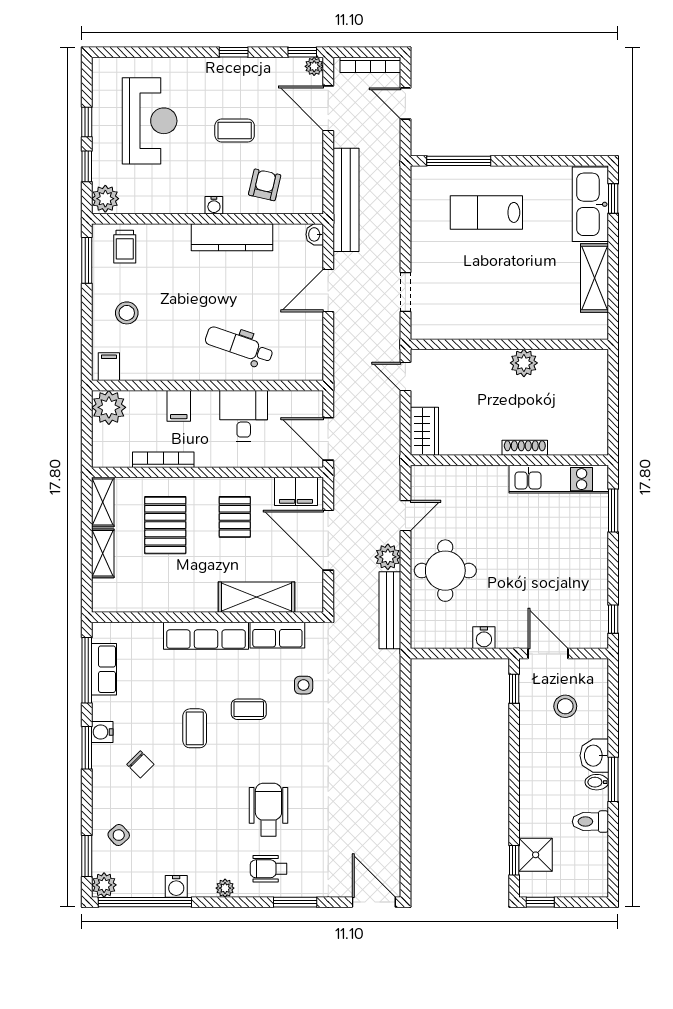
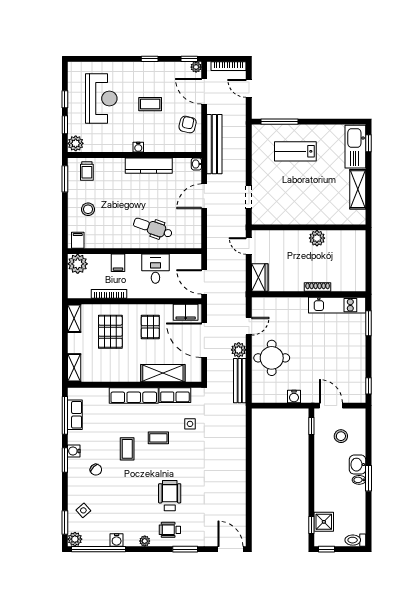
armchair: (265, 185) -> (188, 125), moved
shelving: (103, 553) -> (74, 368), moved
toilet: (590, 822) -> (355, 540), moved

